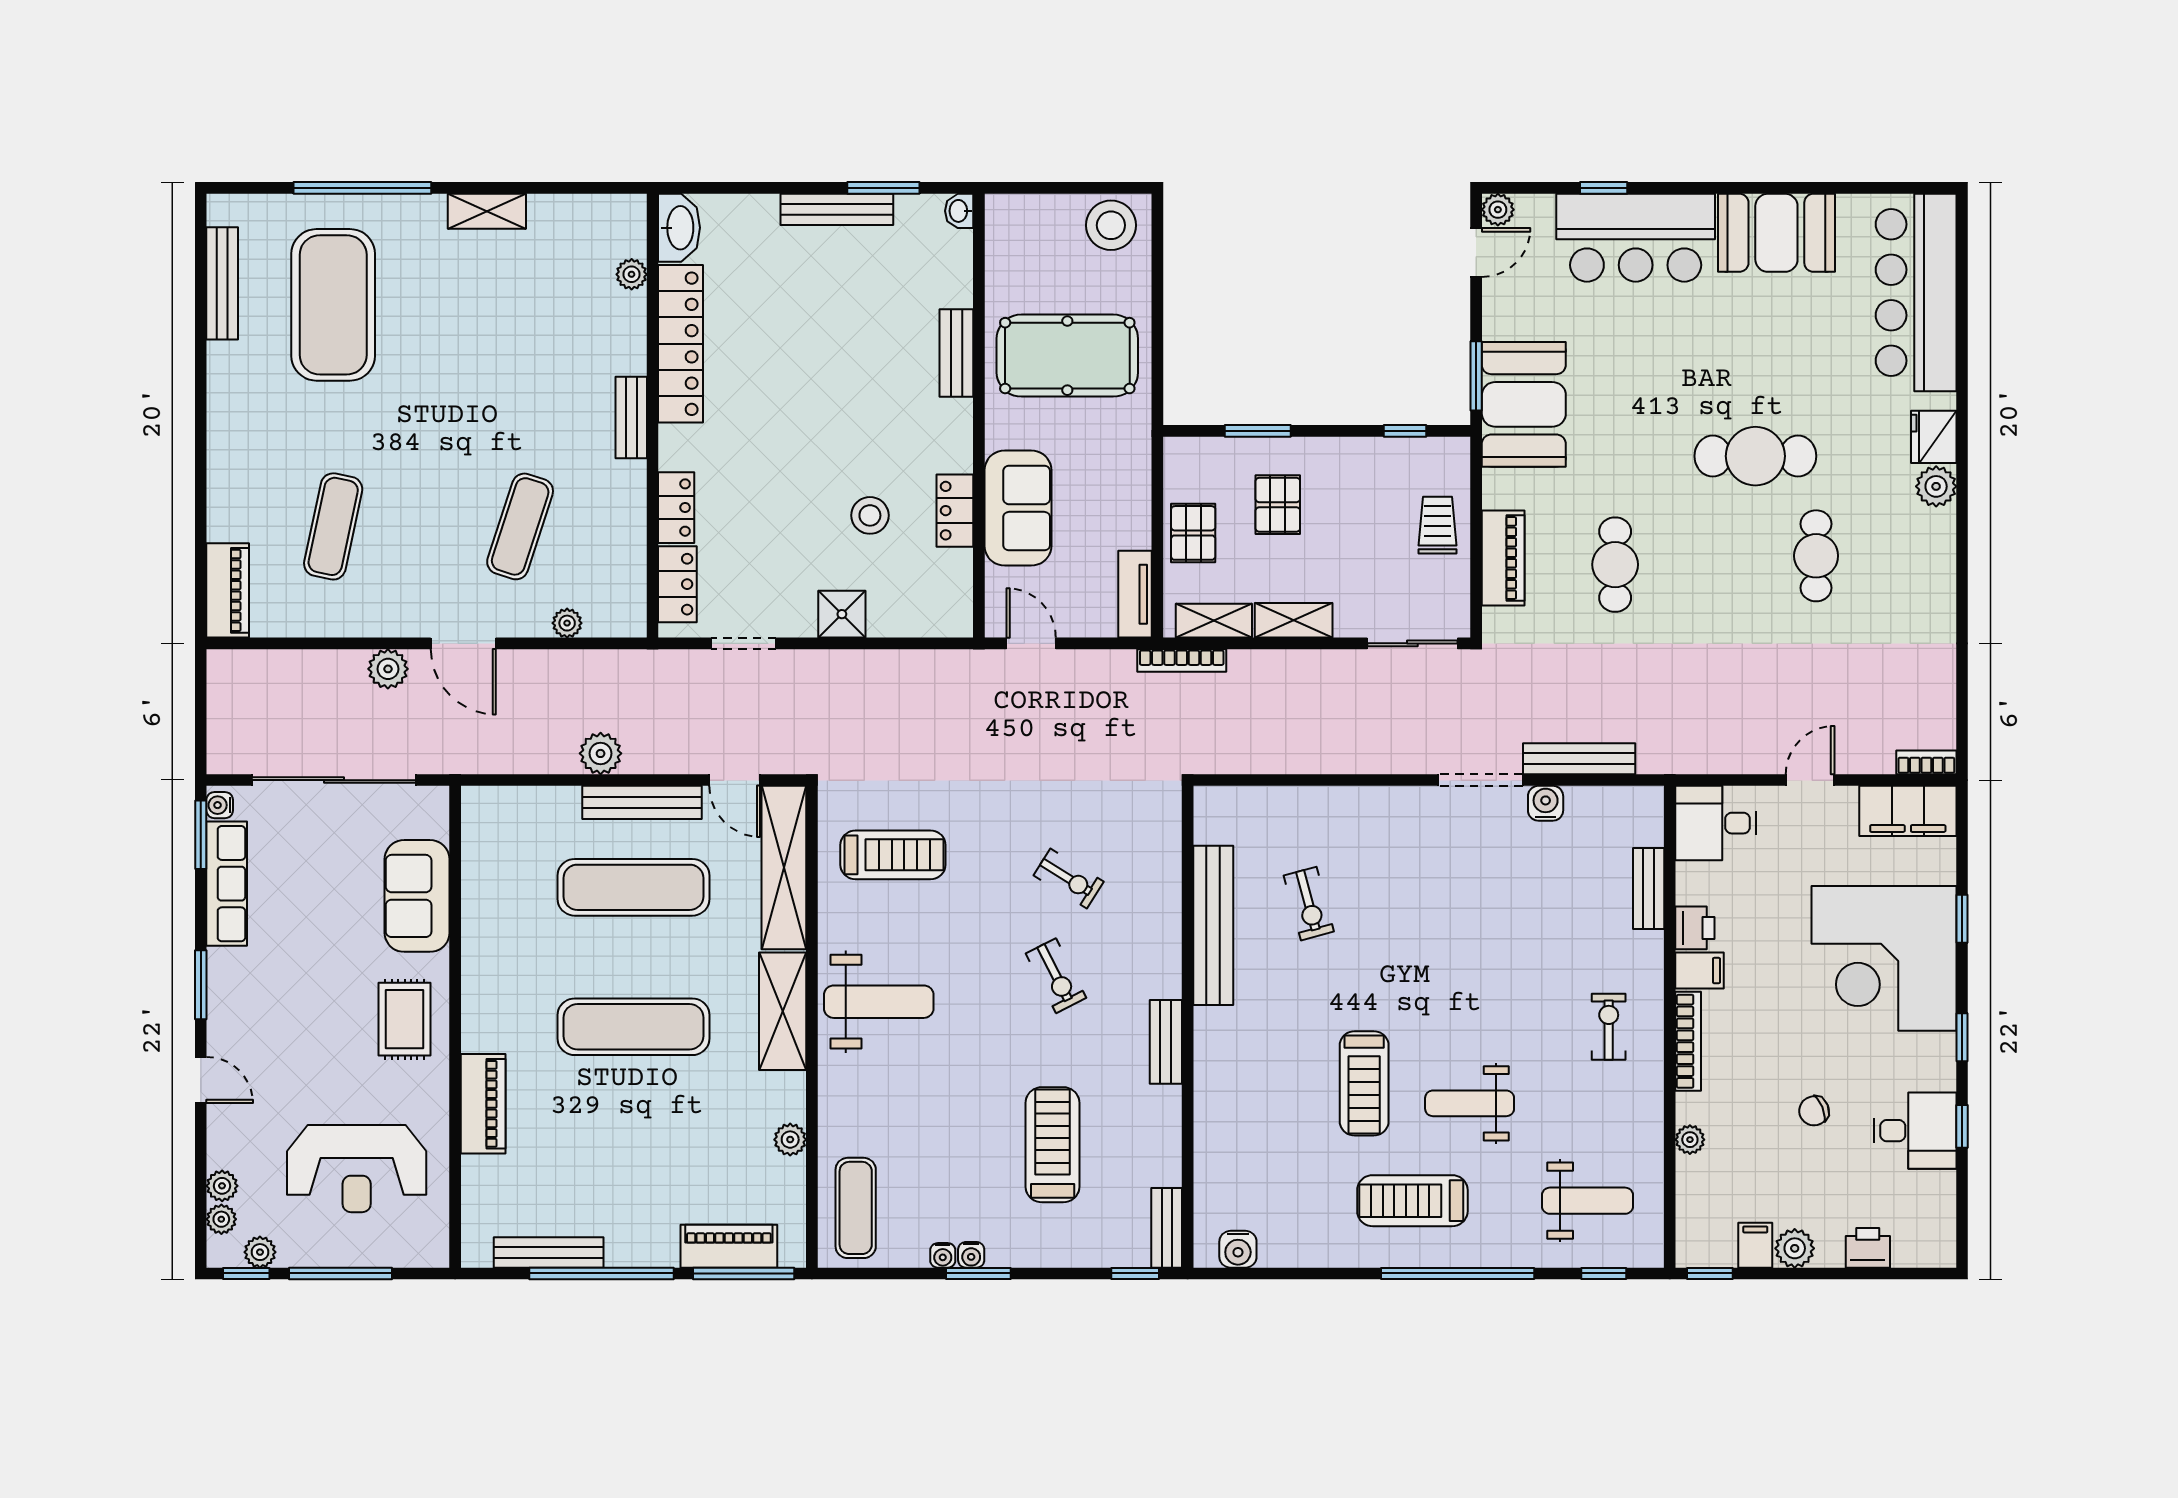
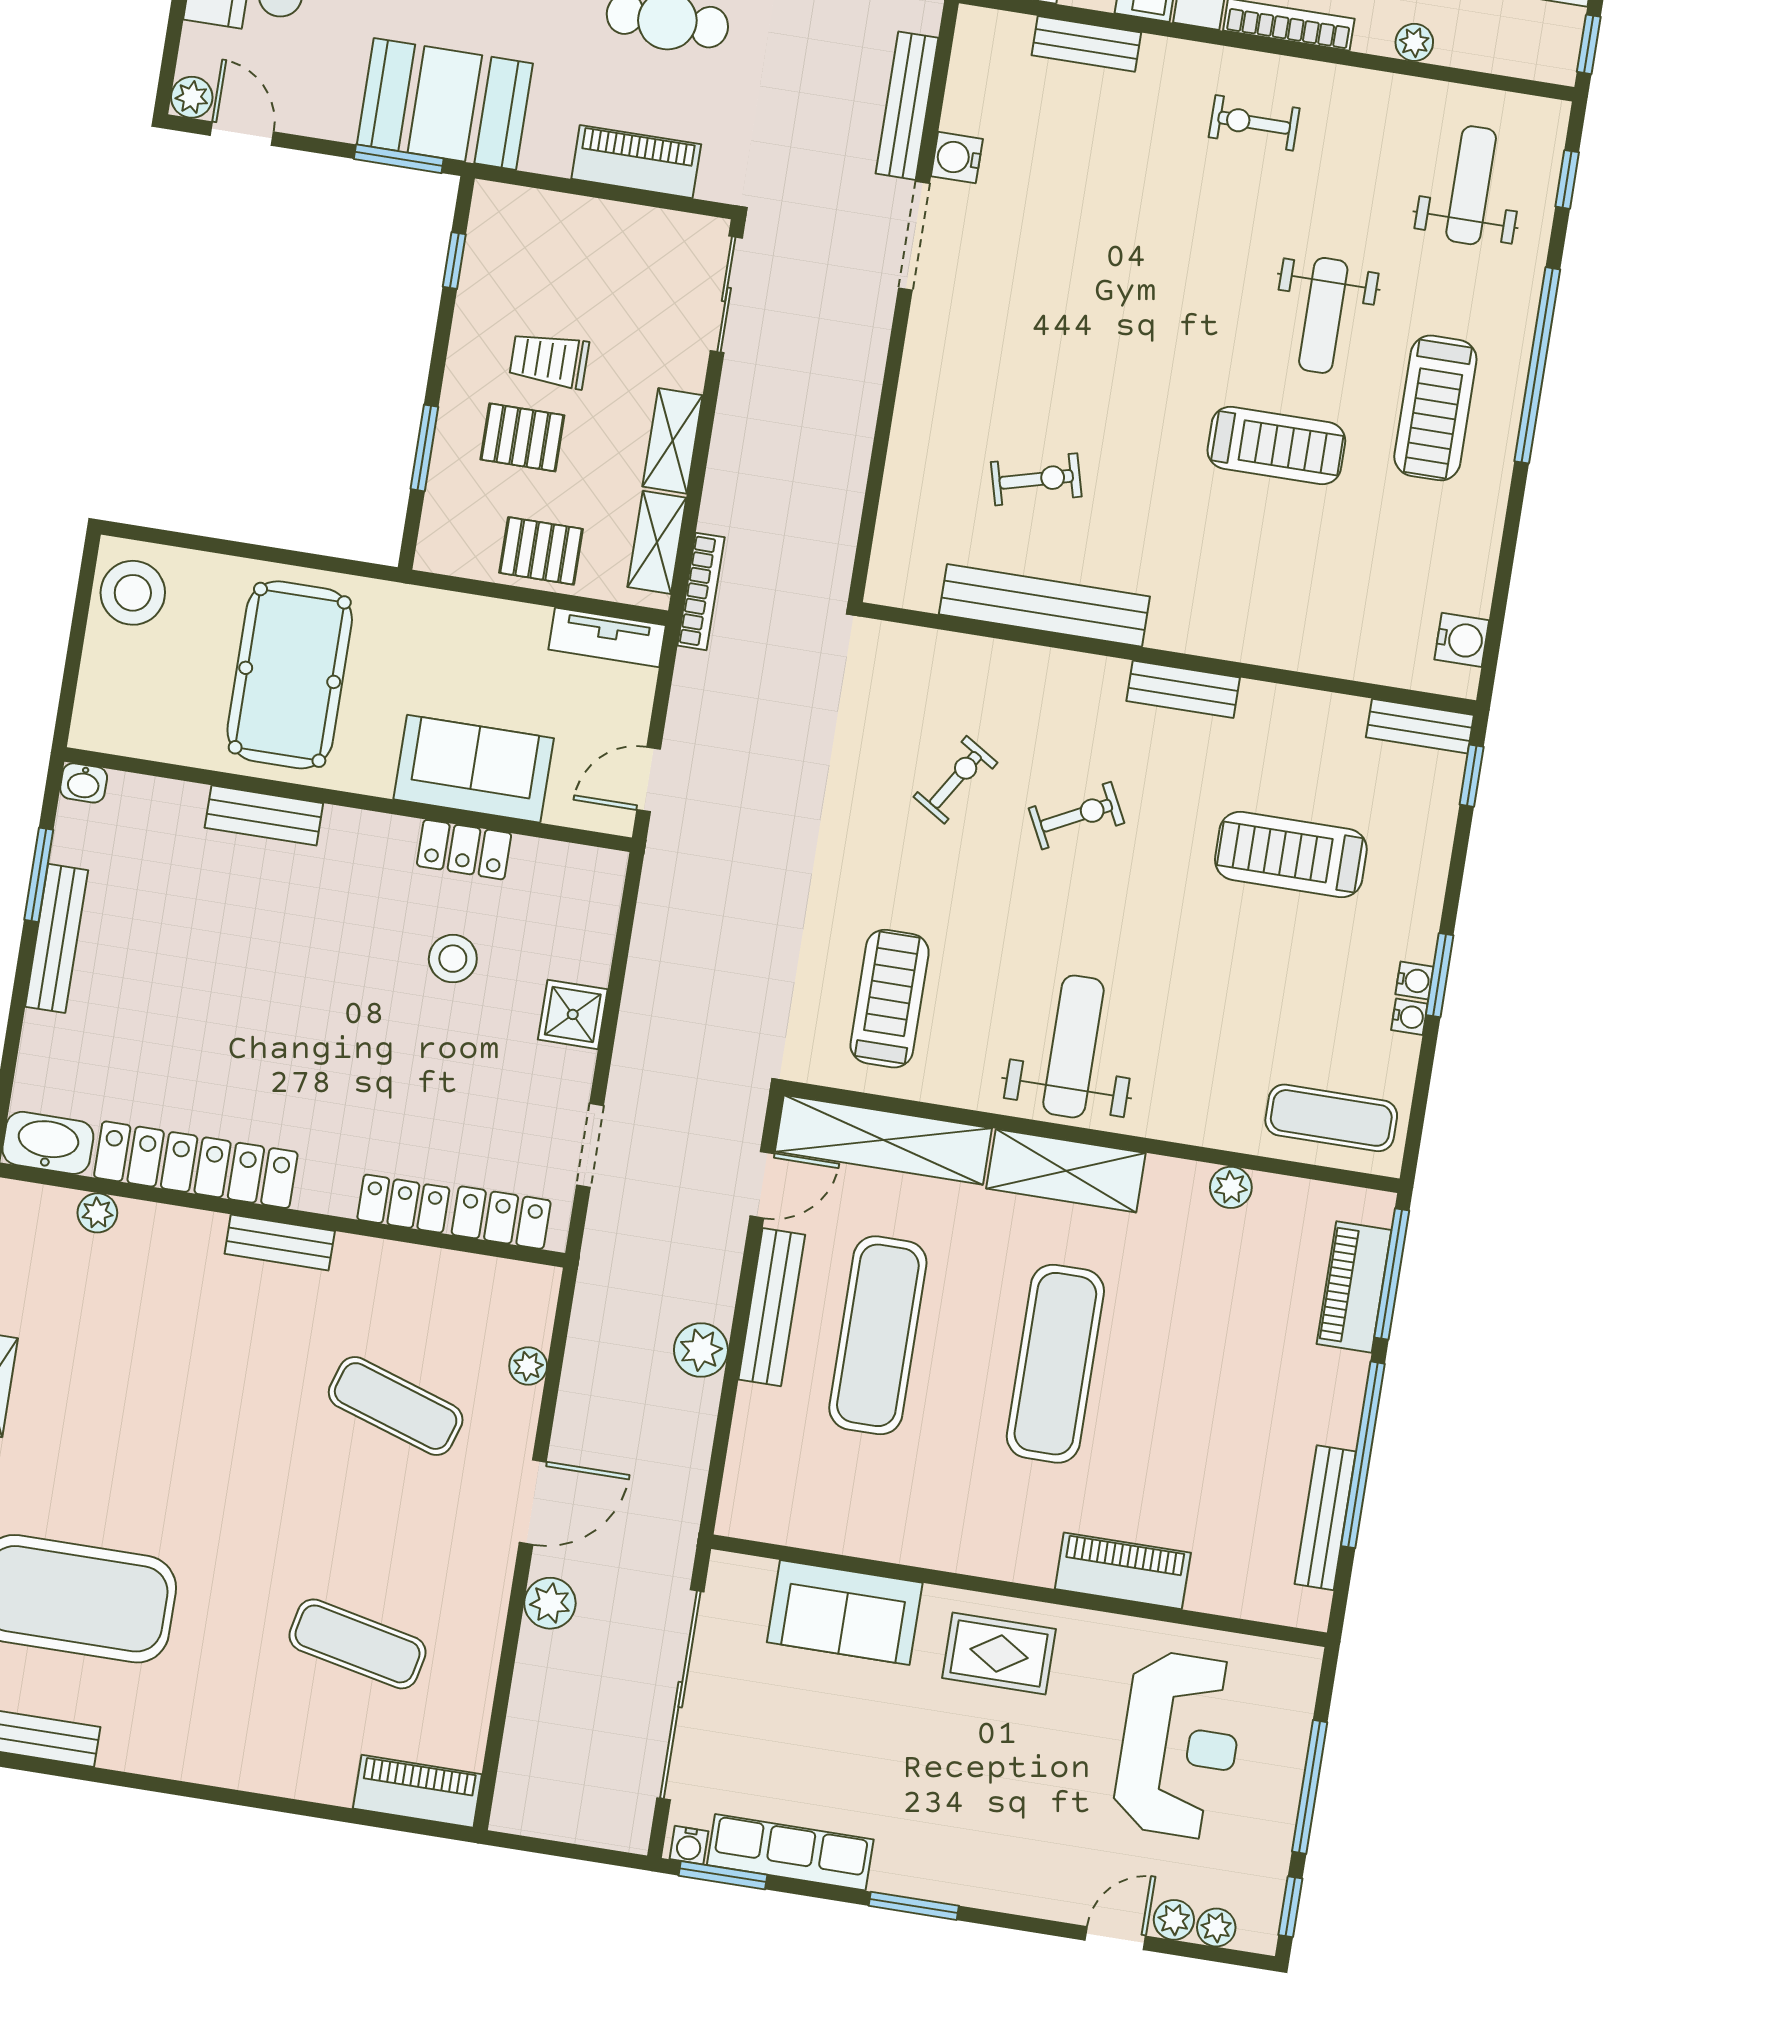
trolley: (1437, 525) -> (549, 360), moved
door: (201, 1080) -> (1115, 1938), moved
plant: (260, 1252) -> (1266, 1885), removed

